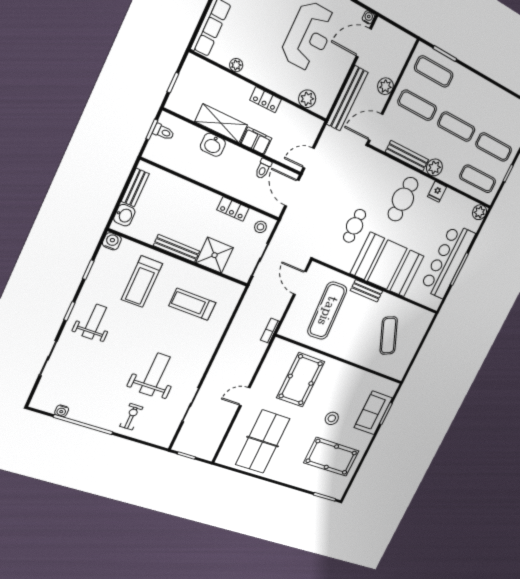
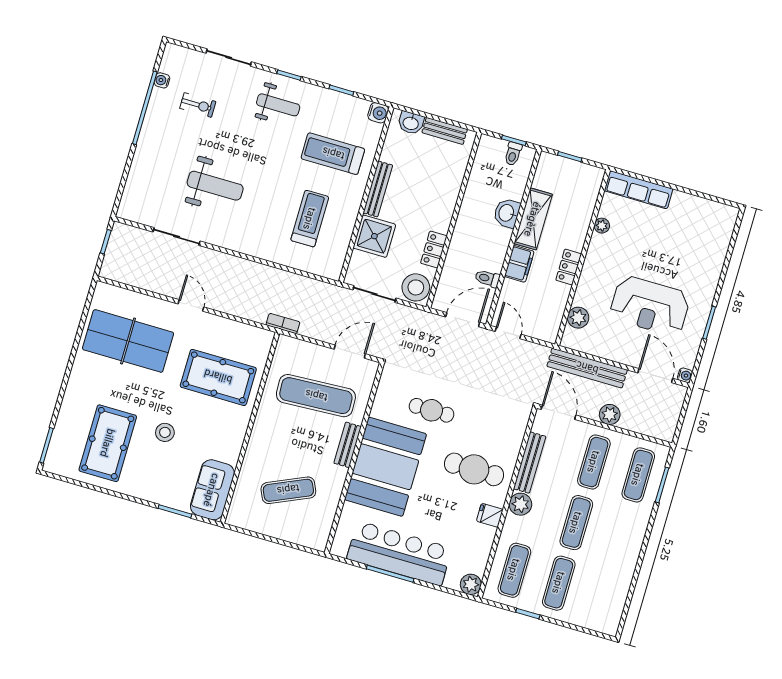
stool: (260, 227) -> (416, 287), width x1.89, depth x1.89
sofa: (373, 413) -> (212, 490), moved, turned -90
exercise bike: (131, 417) -> (198, 105), moved

